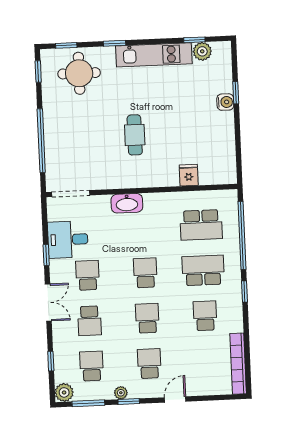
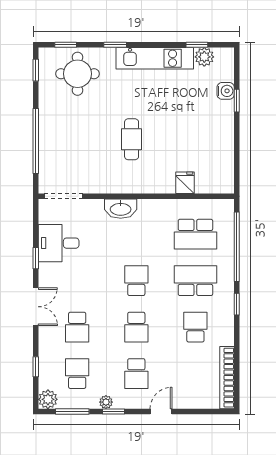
water cooler: (225, 102) -> (226, 91), moved
school desk: (88, 275) -> (77, 281), removed
school desk: (147, 318) -> (136, 327), turned 180
school desk: (149, 364) -> (136, 374), turned 180

